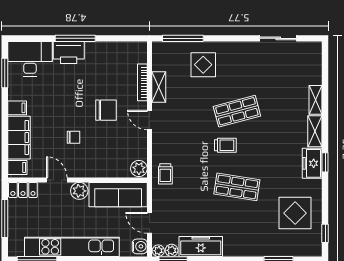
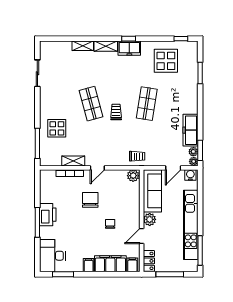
printer: (69, 52) -> (48, 215), moved

